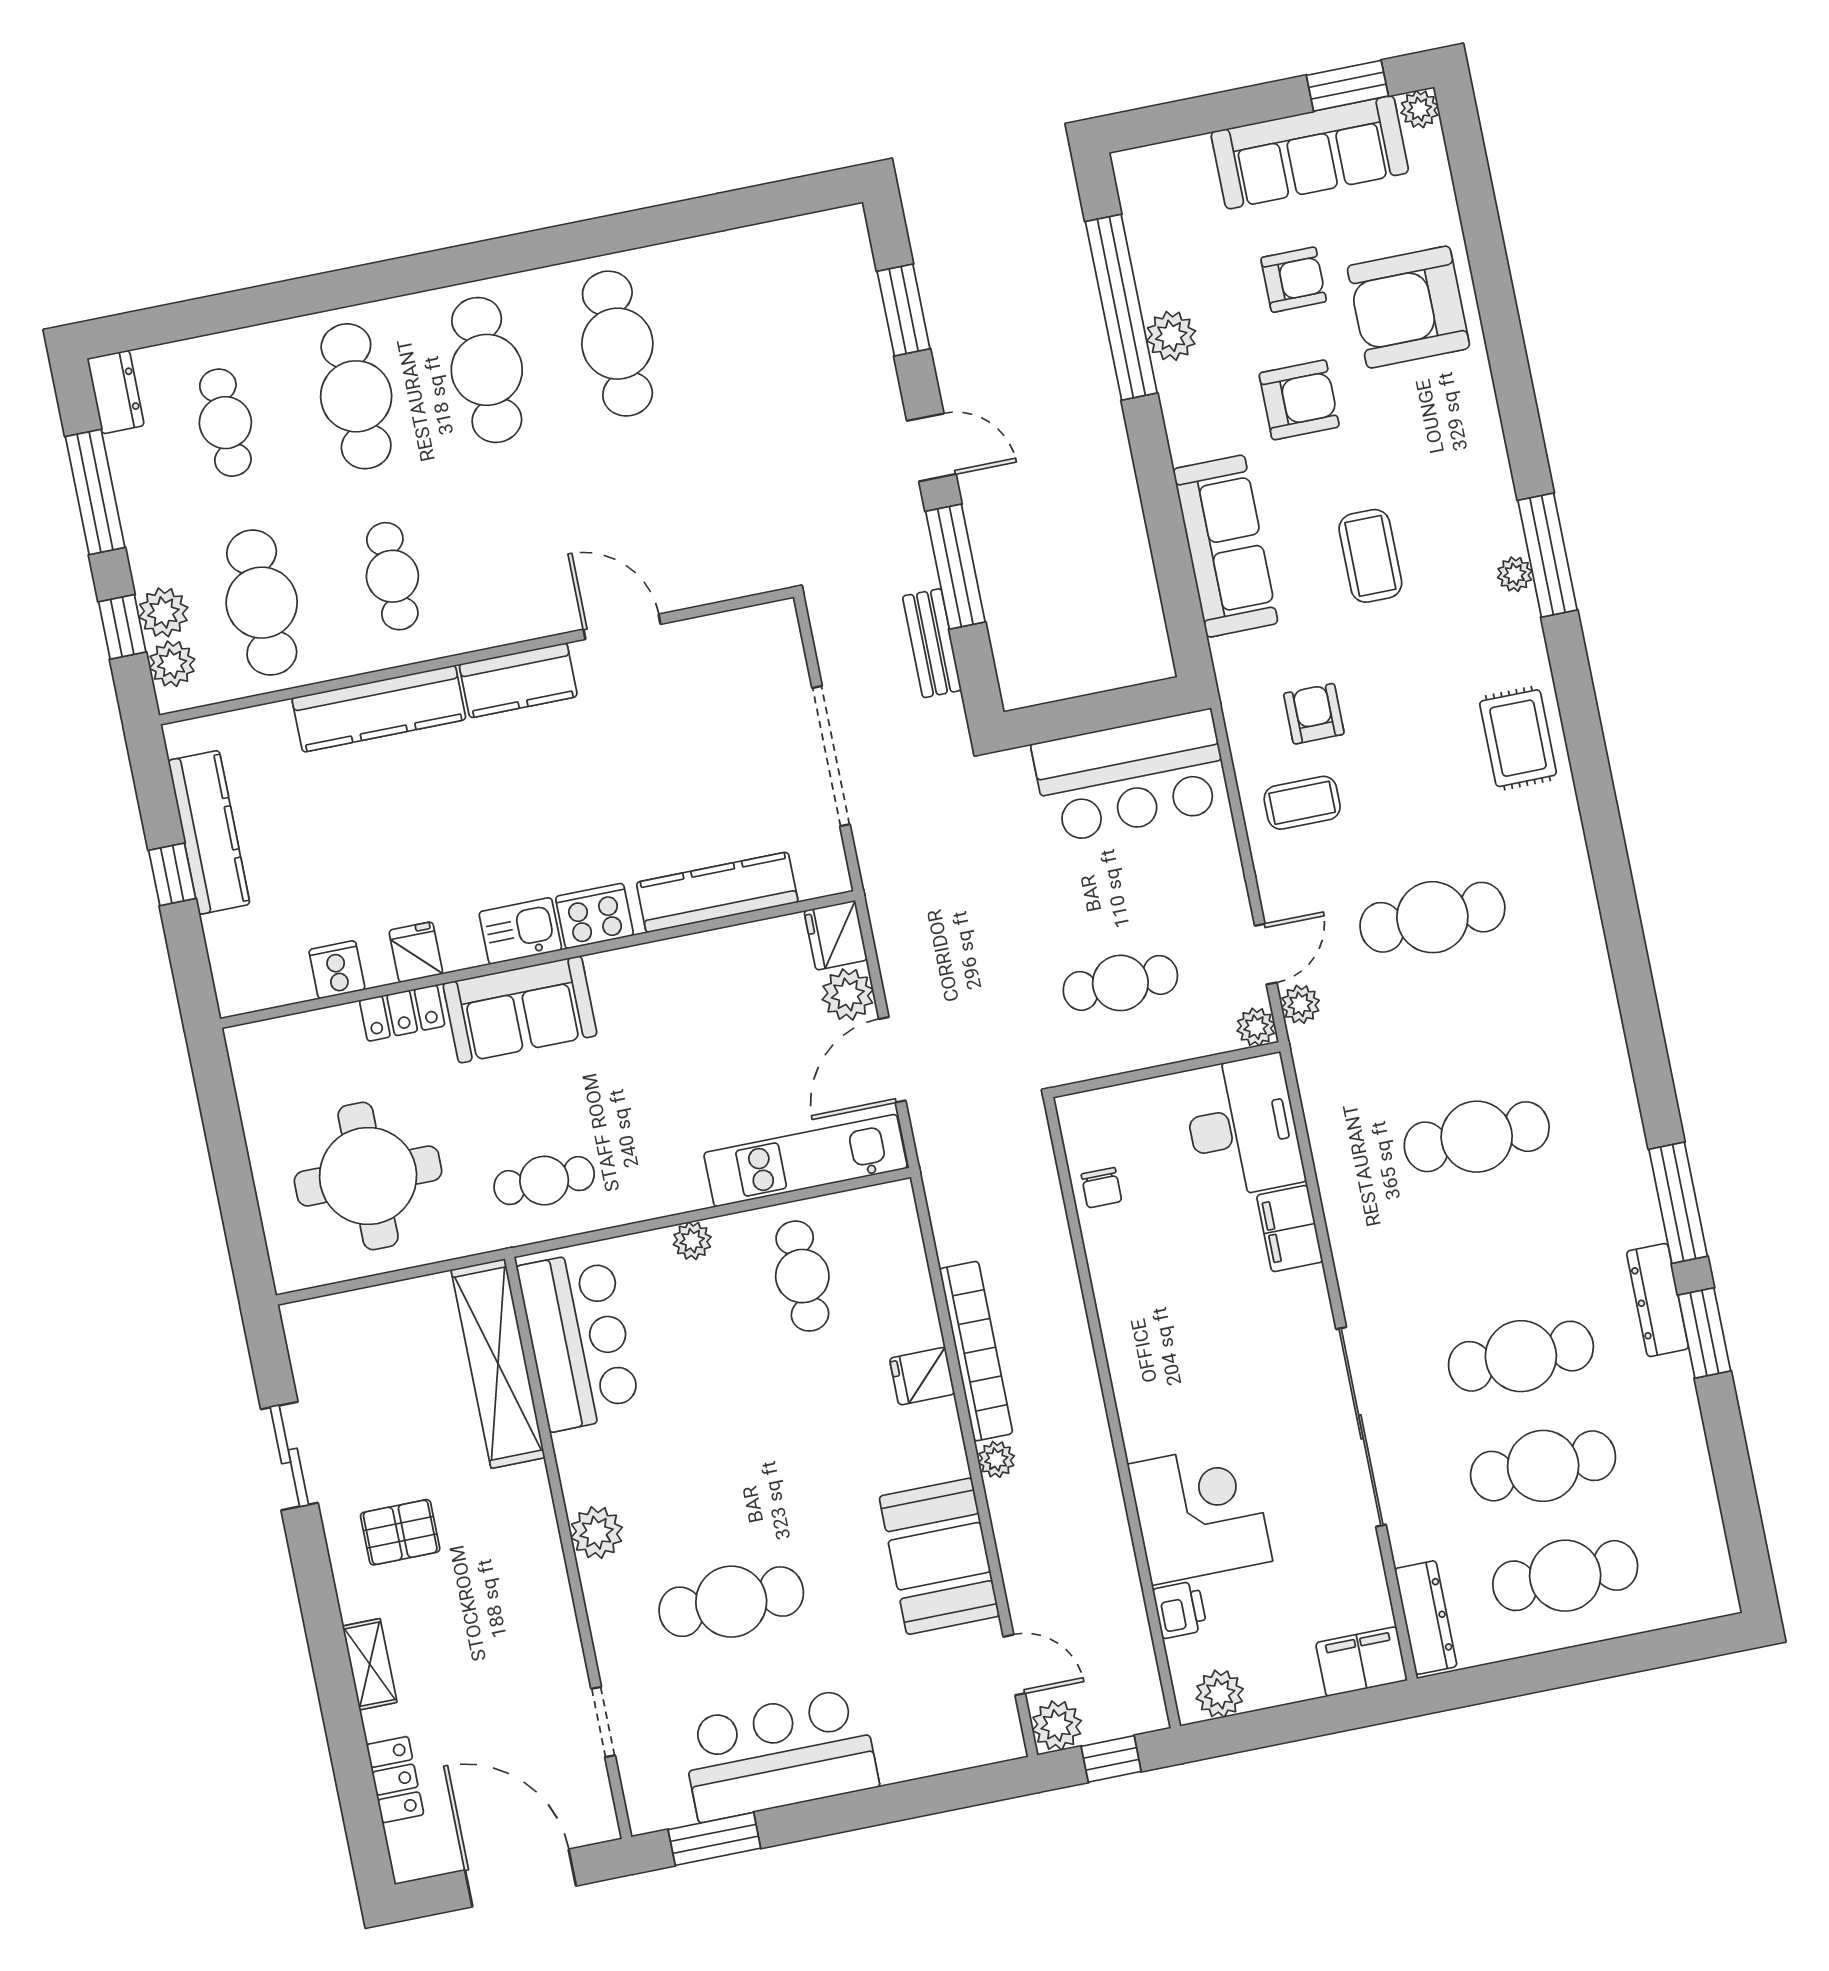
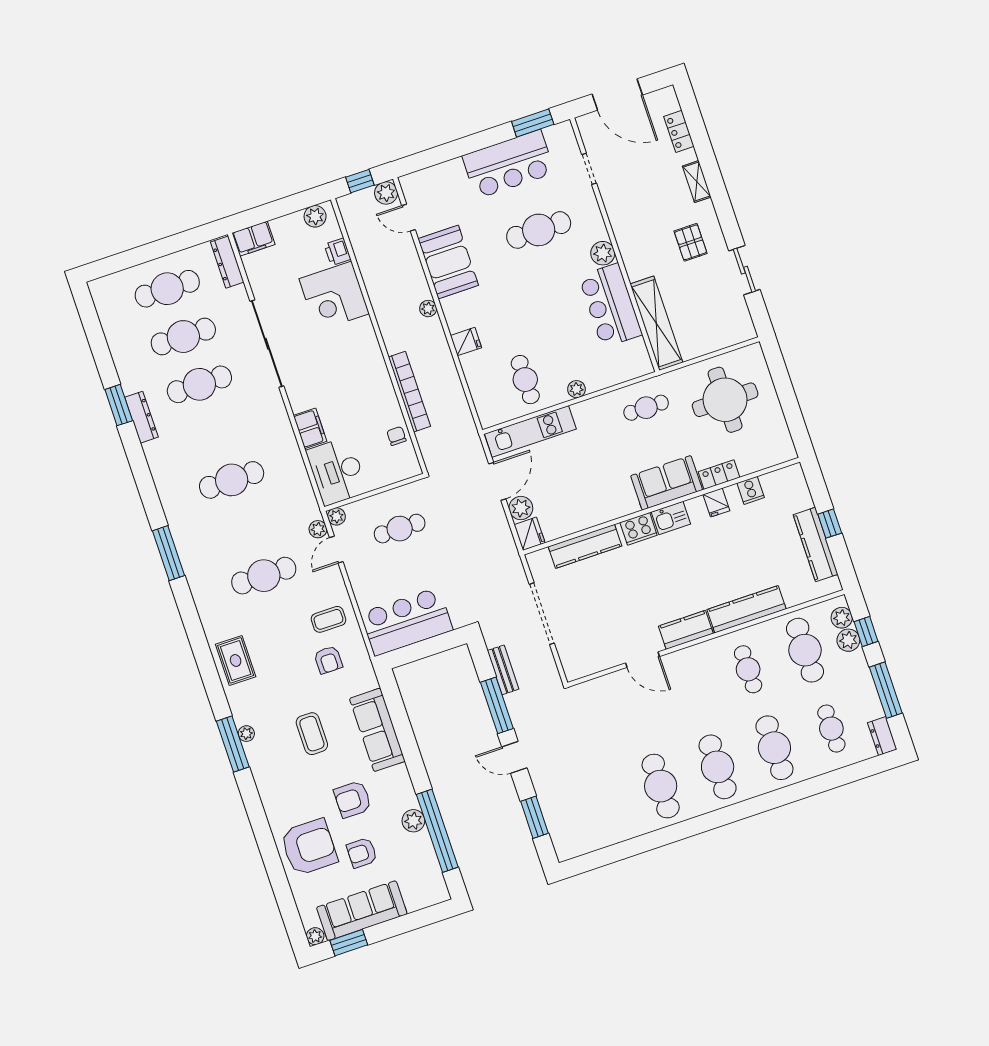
window: (1678, 1203) -> (169, 553), moved
bar counter: (579, 1340) -> (610, 305), moved
bookcase: (976, 1351) -> (409, 392), moved, turned 180
pallet: (400, 1532) -> (691, 242), turned 90

